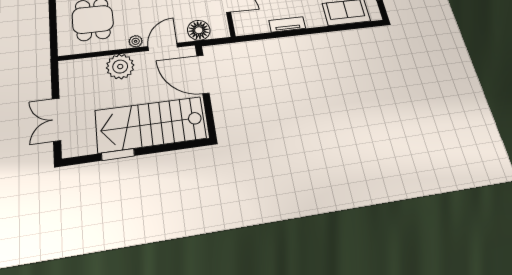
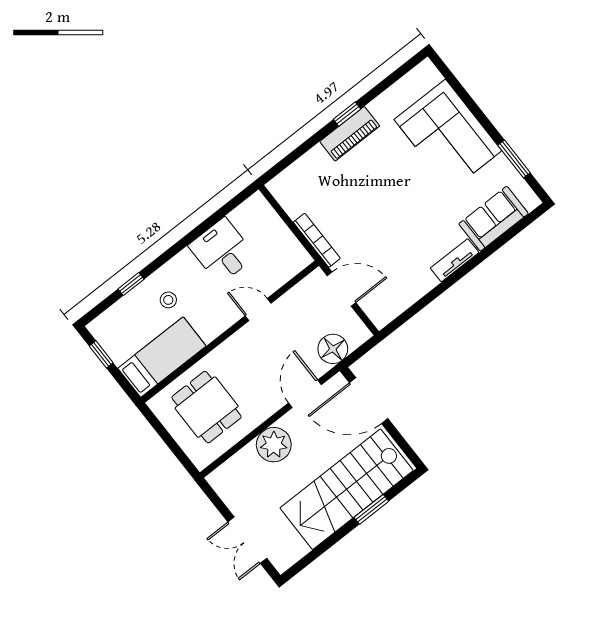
tv unit: (287, 24) -> (455, 260), moved
plant: (136, 41) -> (271, 405), removed
window: (118, 155) -> (371, 509), moved

